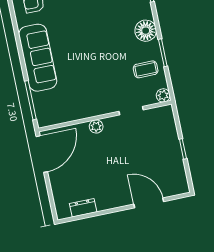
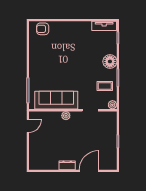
sofa: (38, 58) -> (56, 100), moved, turned -90
door: (42, 154) -> (28, 126), width x0.53
door: (149, 203) -> (89, 171), hinge flipped
dresser: (83, 208) -> (67, 165), moved

